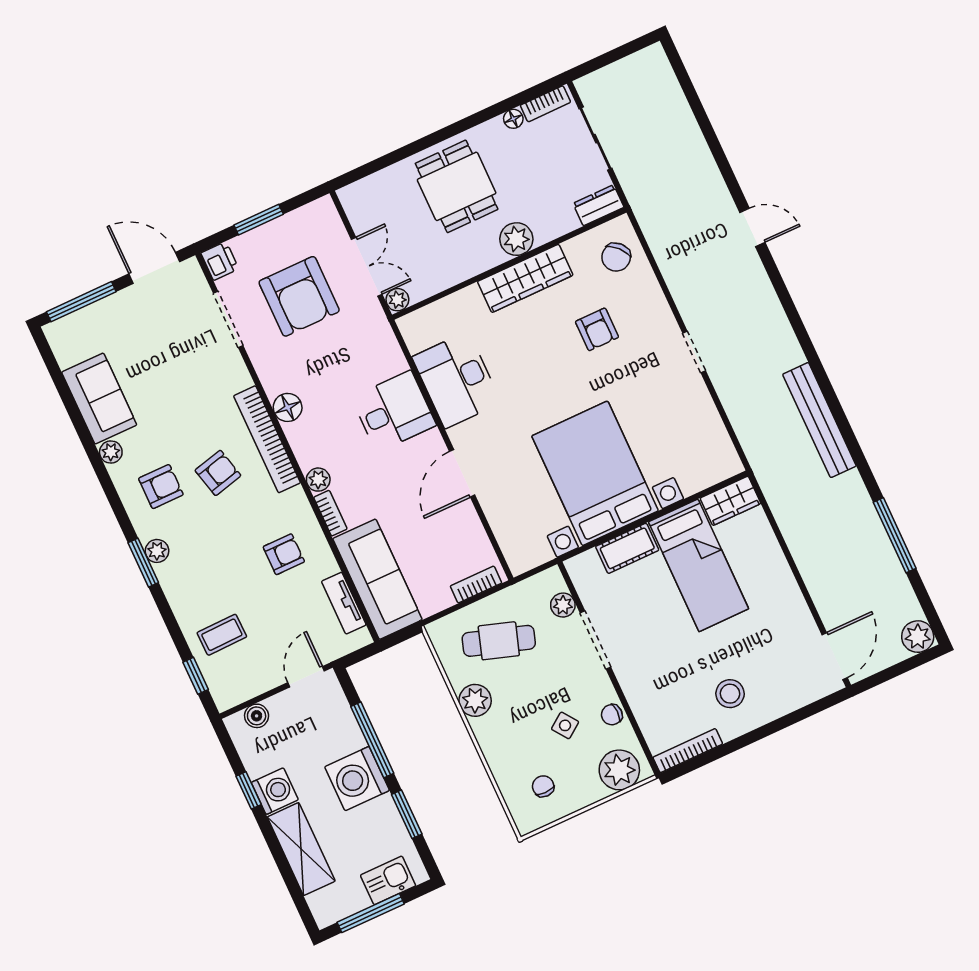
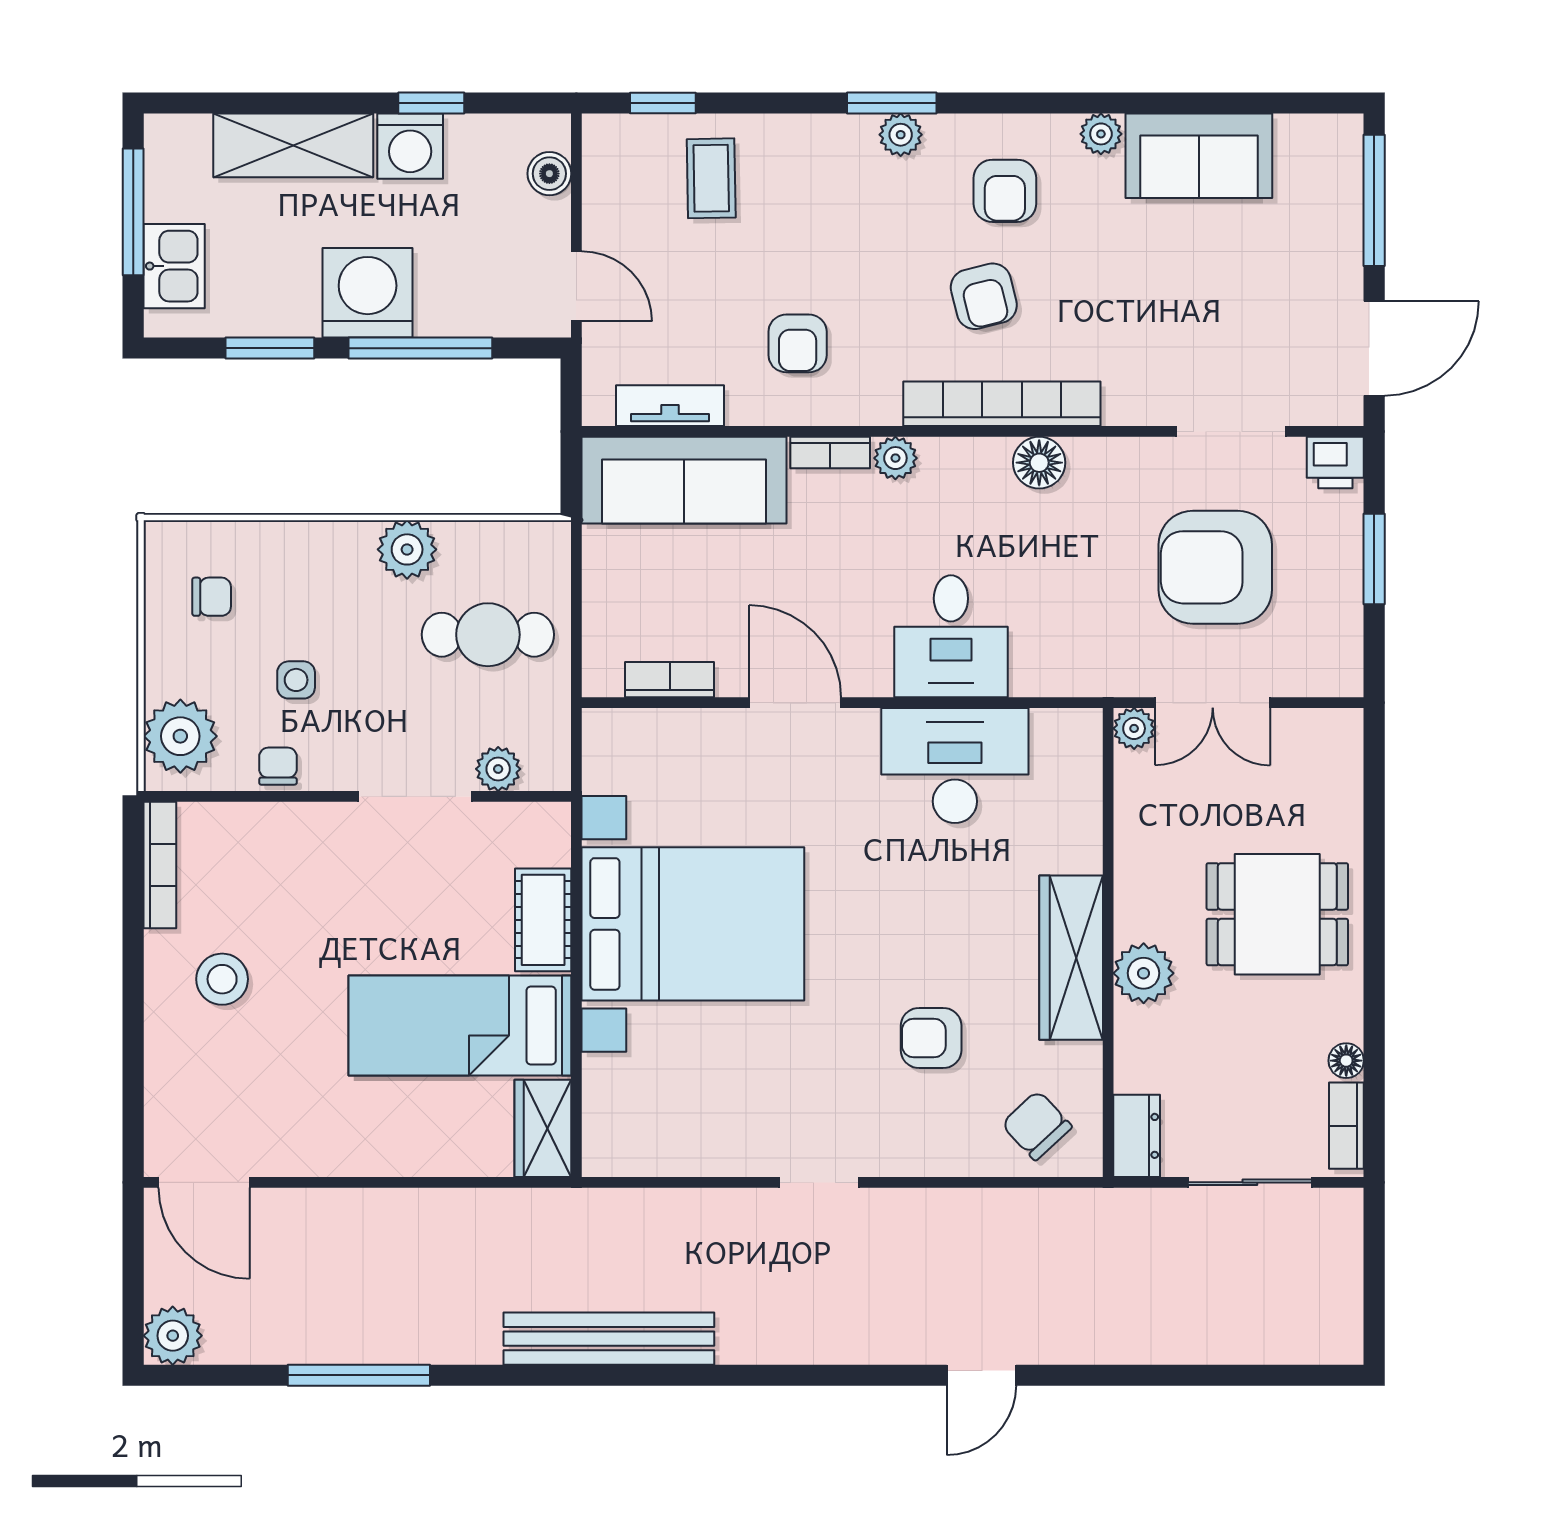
bookcase: (476, 585) -> (670, 680), moved, turned -90
cafe table: (499, 641) -> (488, 635), turned 72
side table: (565, 725) -> (296, 680), turned 36

